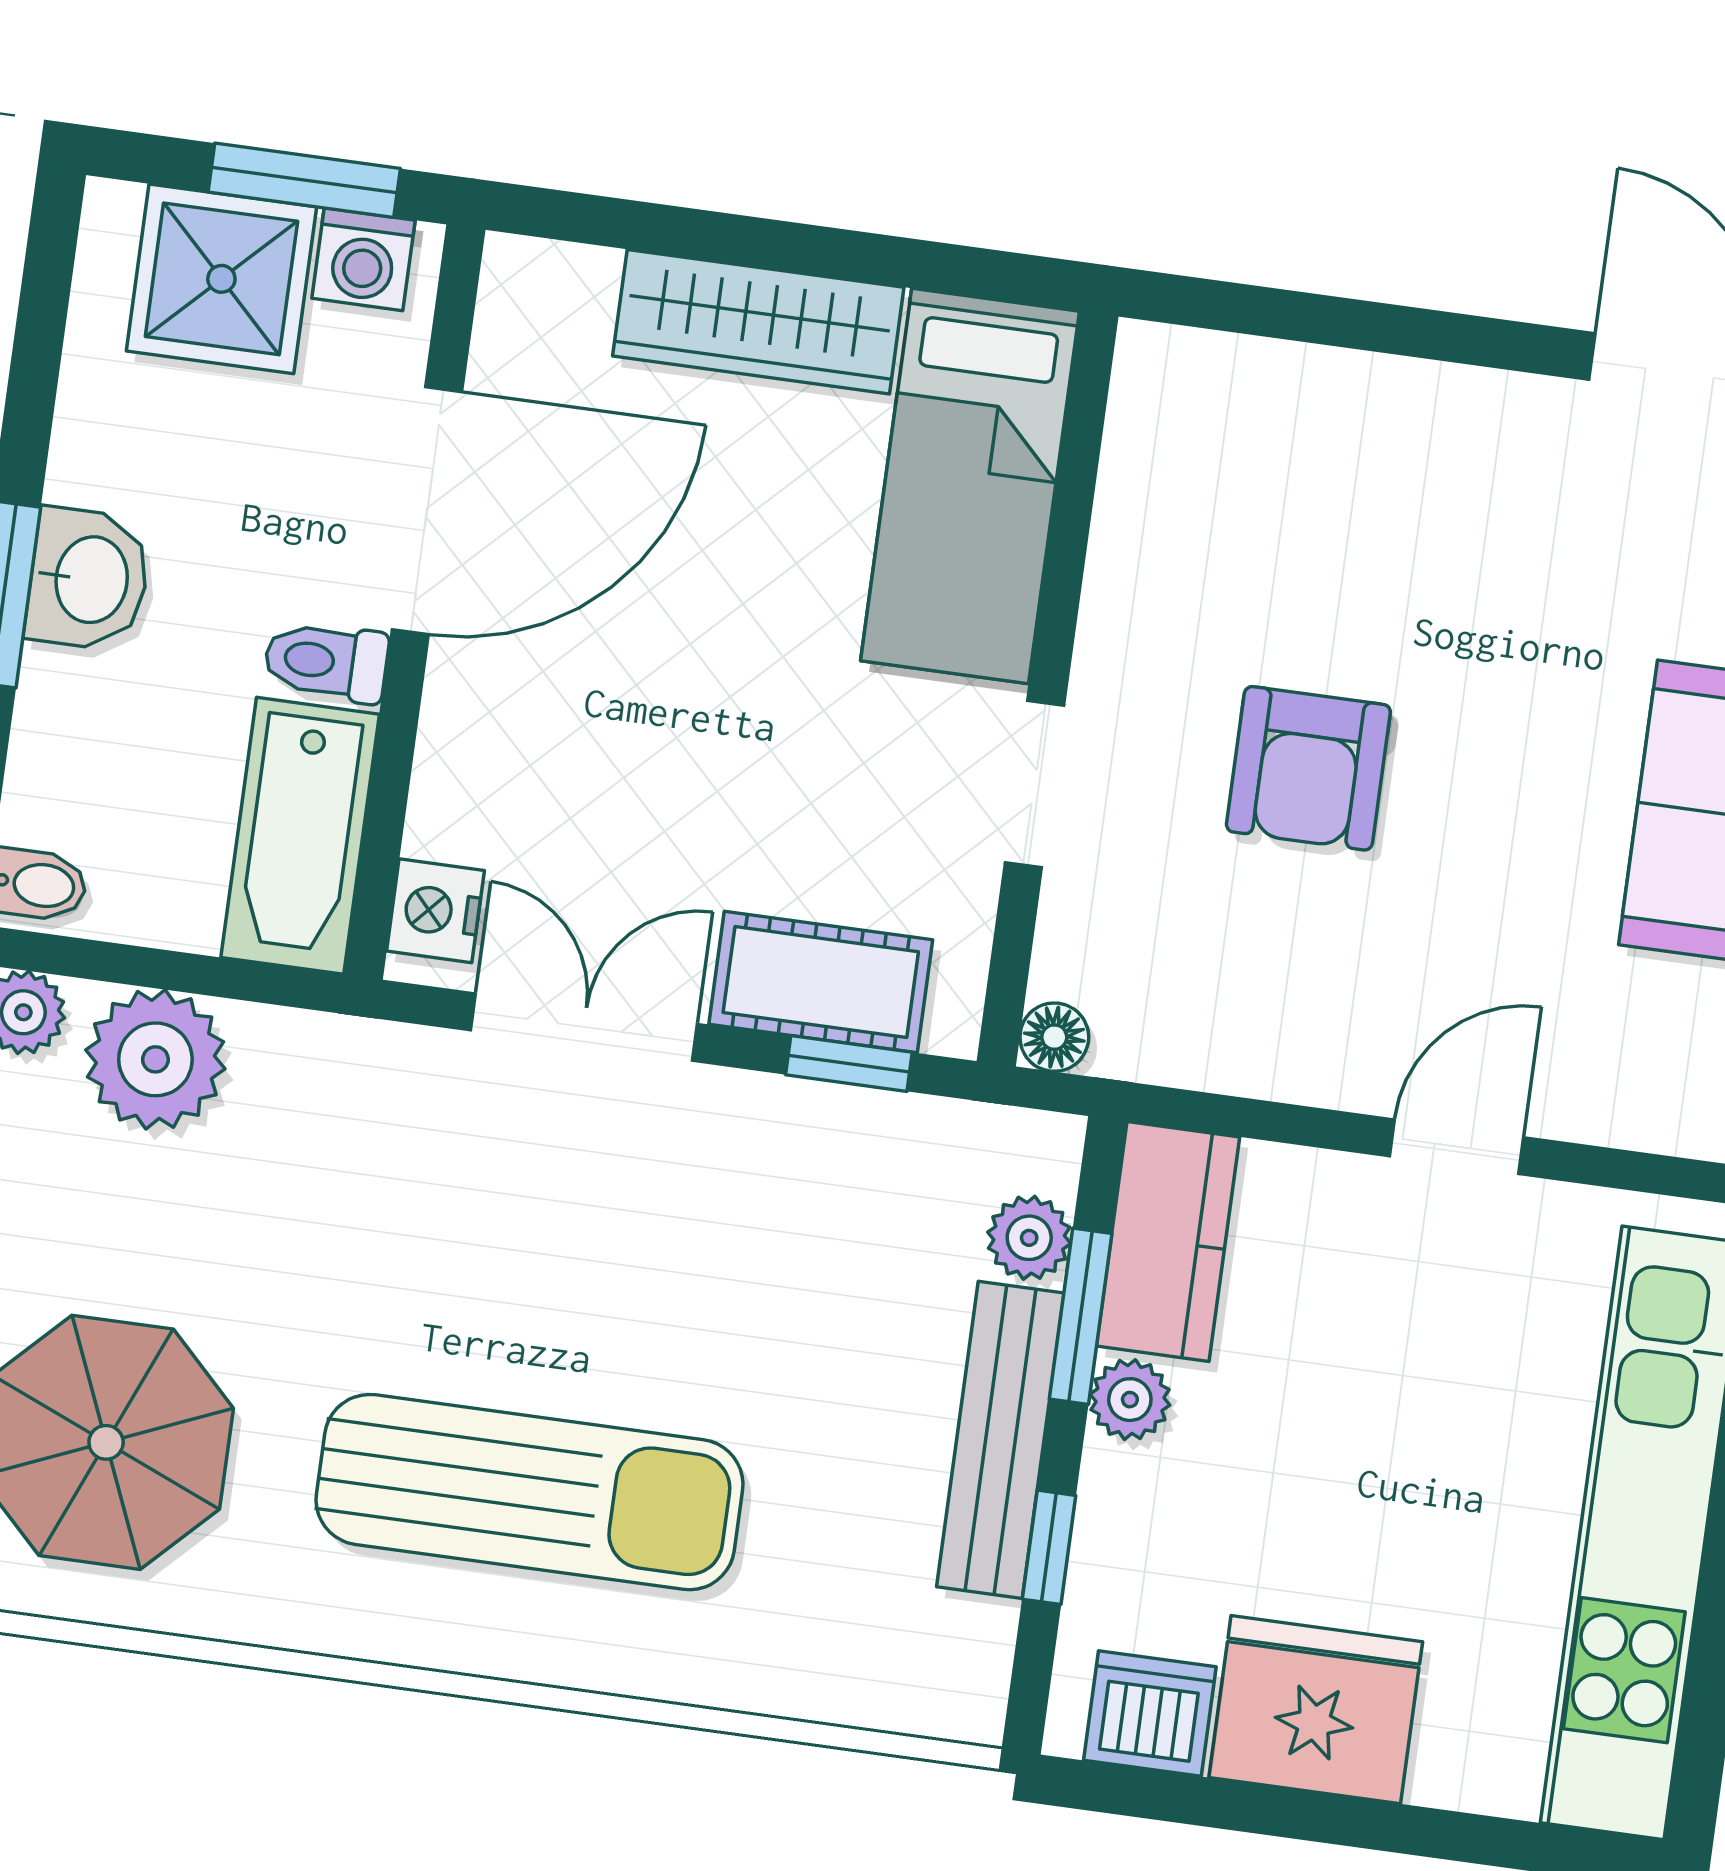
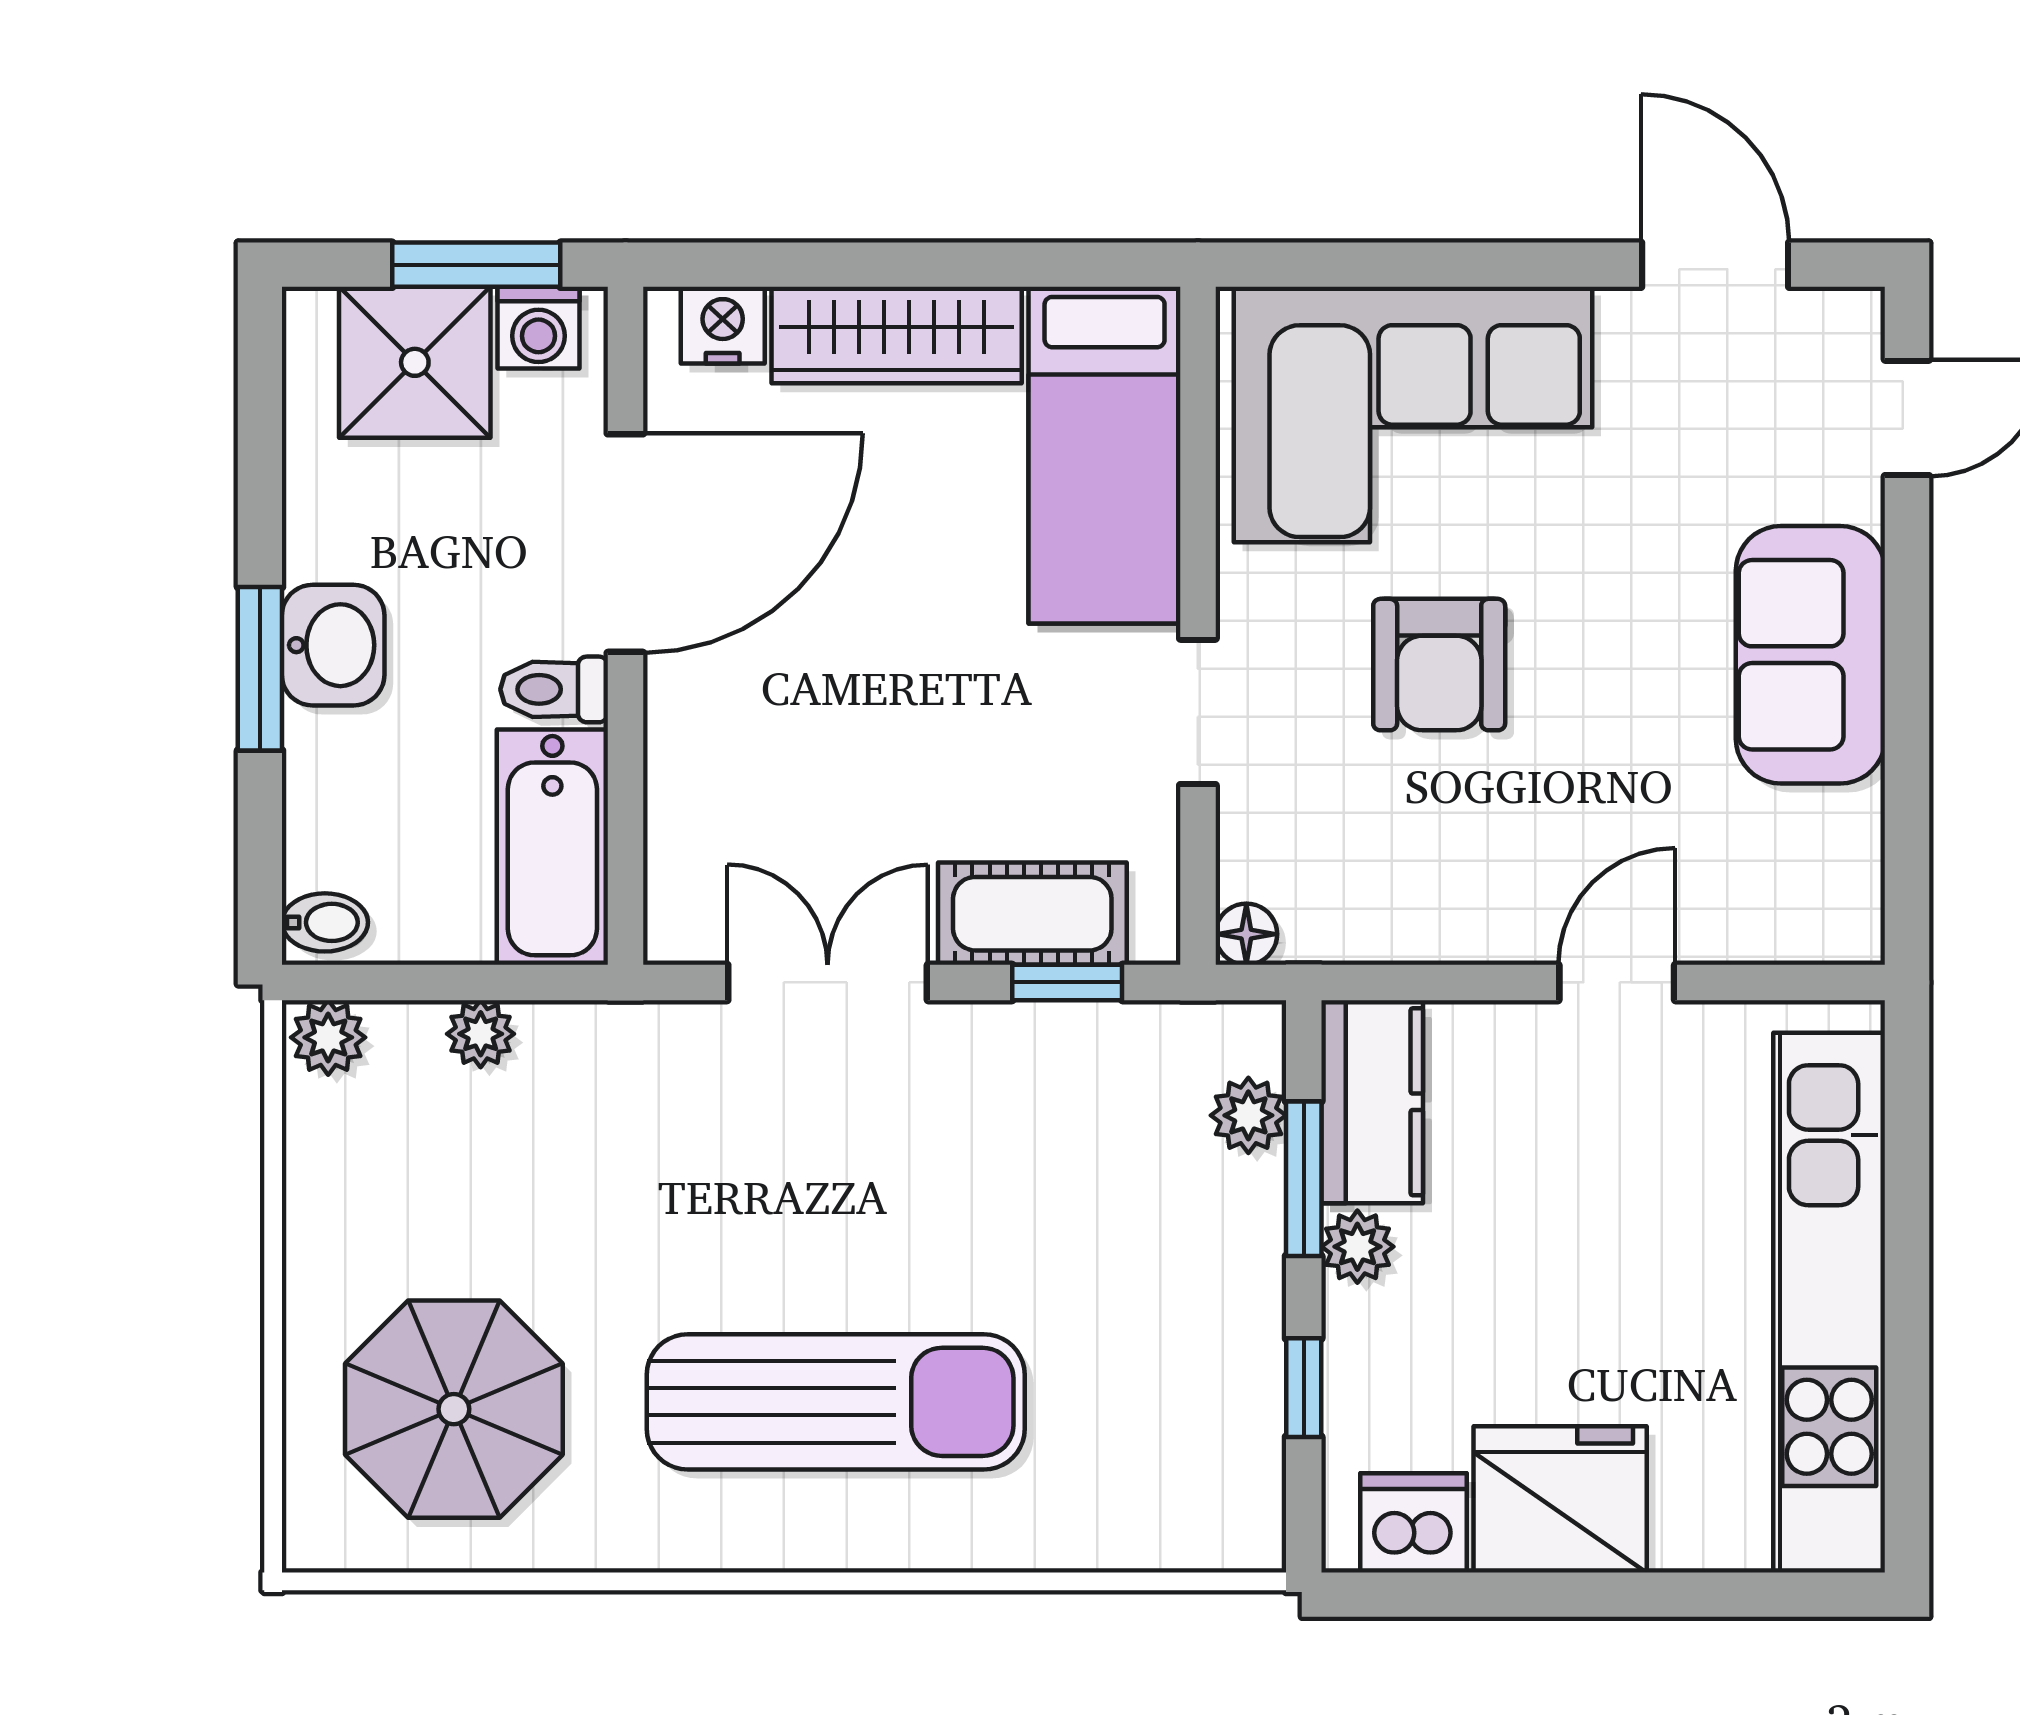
corner sofa: (1317, 488) -> (1413, 415), added
nightstand: (435, 911) -> (723, 325), moved, turned 90
plant: (155, 1059) -> (481, 1034), width x0.53, depth x0.53
bench: (1000, 1440) -> (1247, 1298), removed

